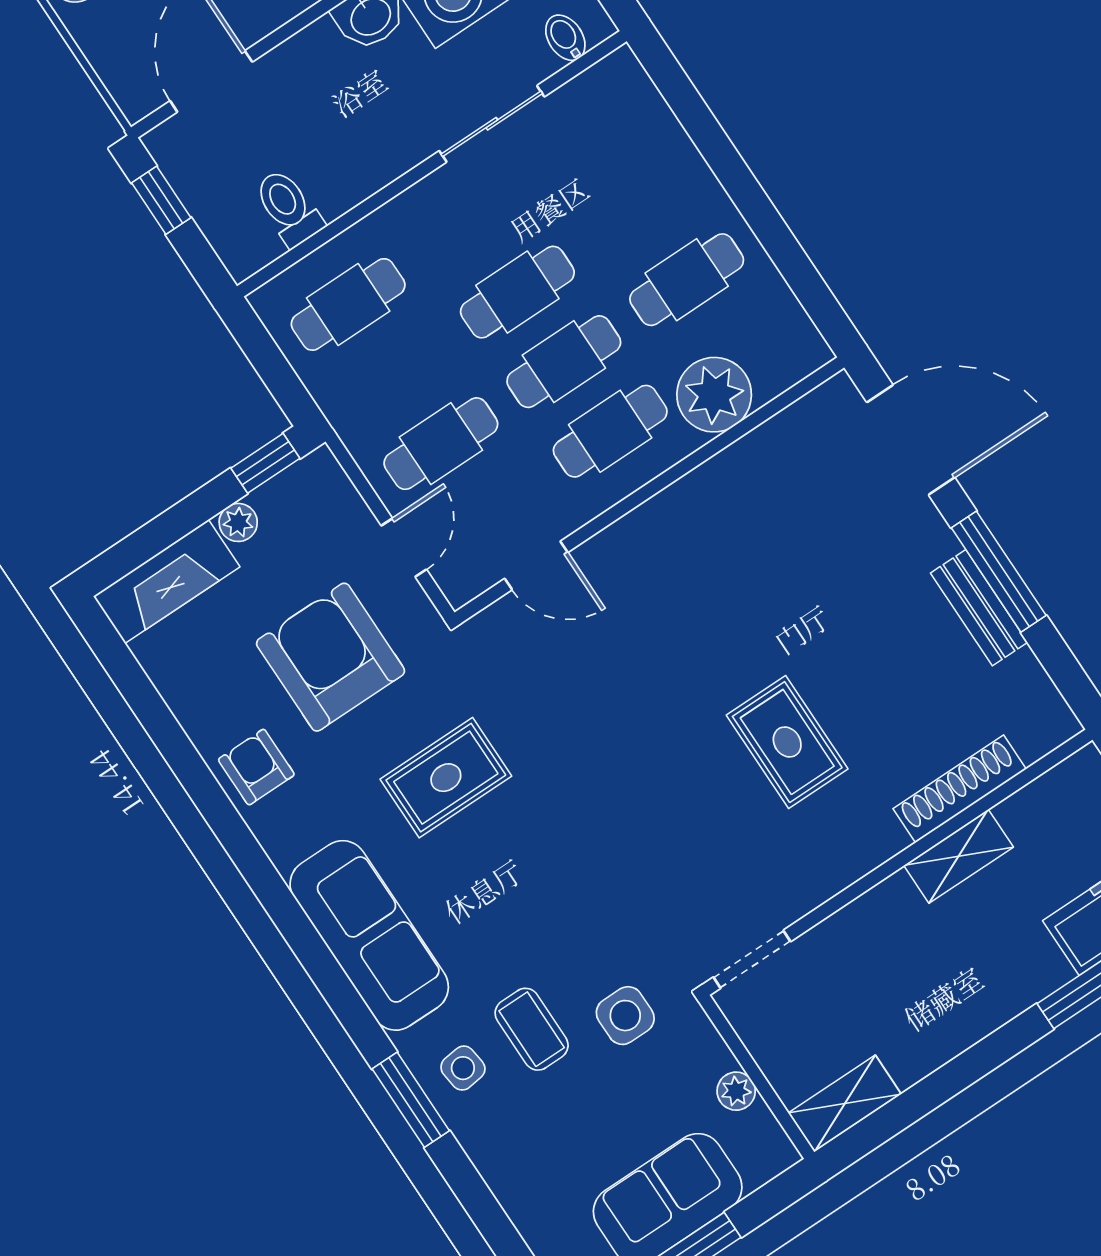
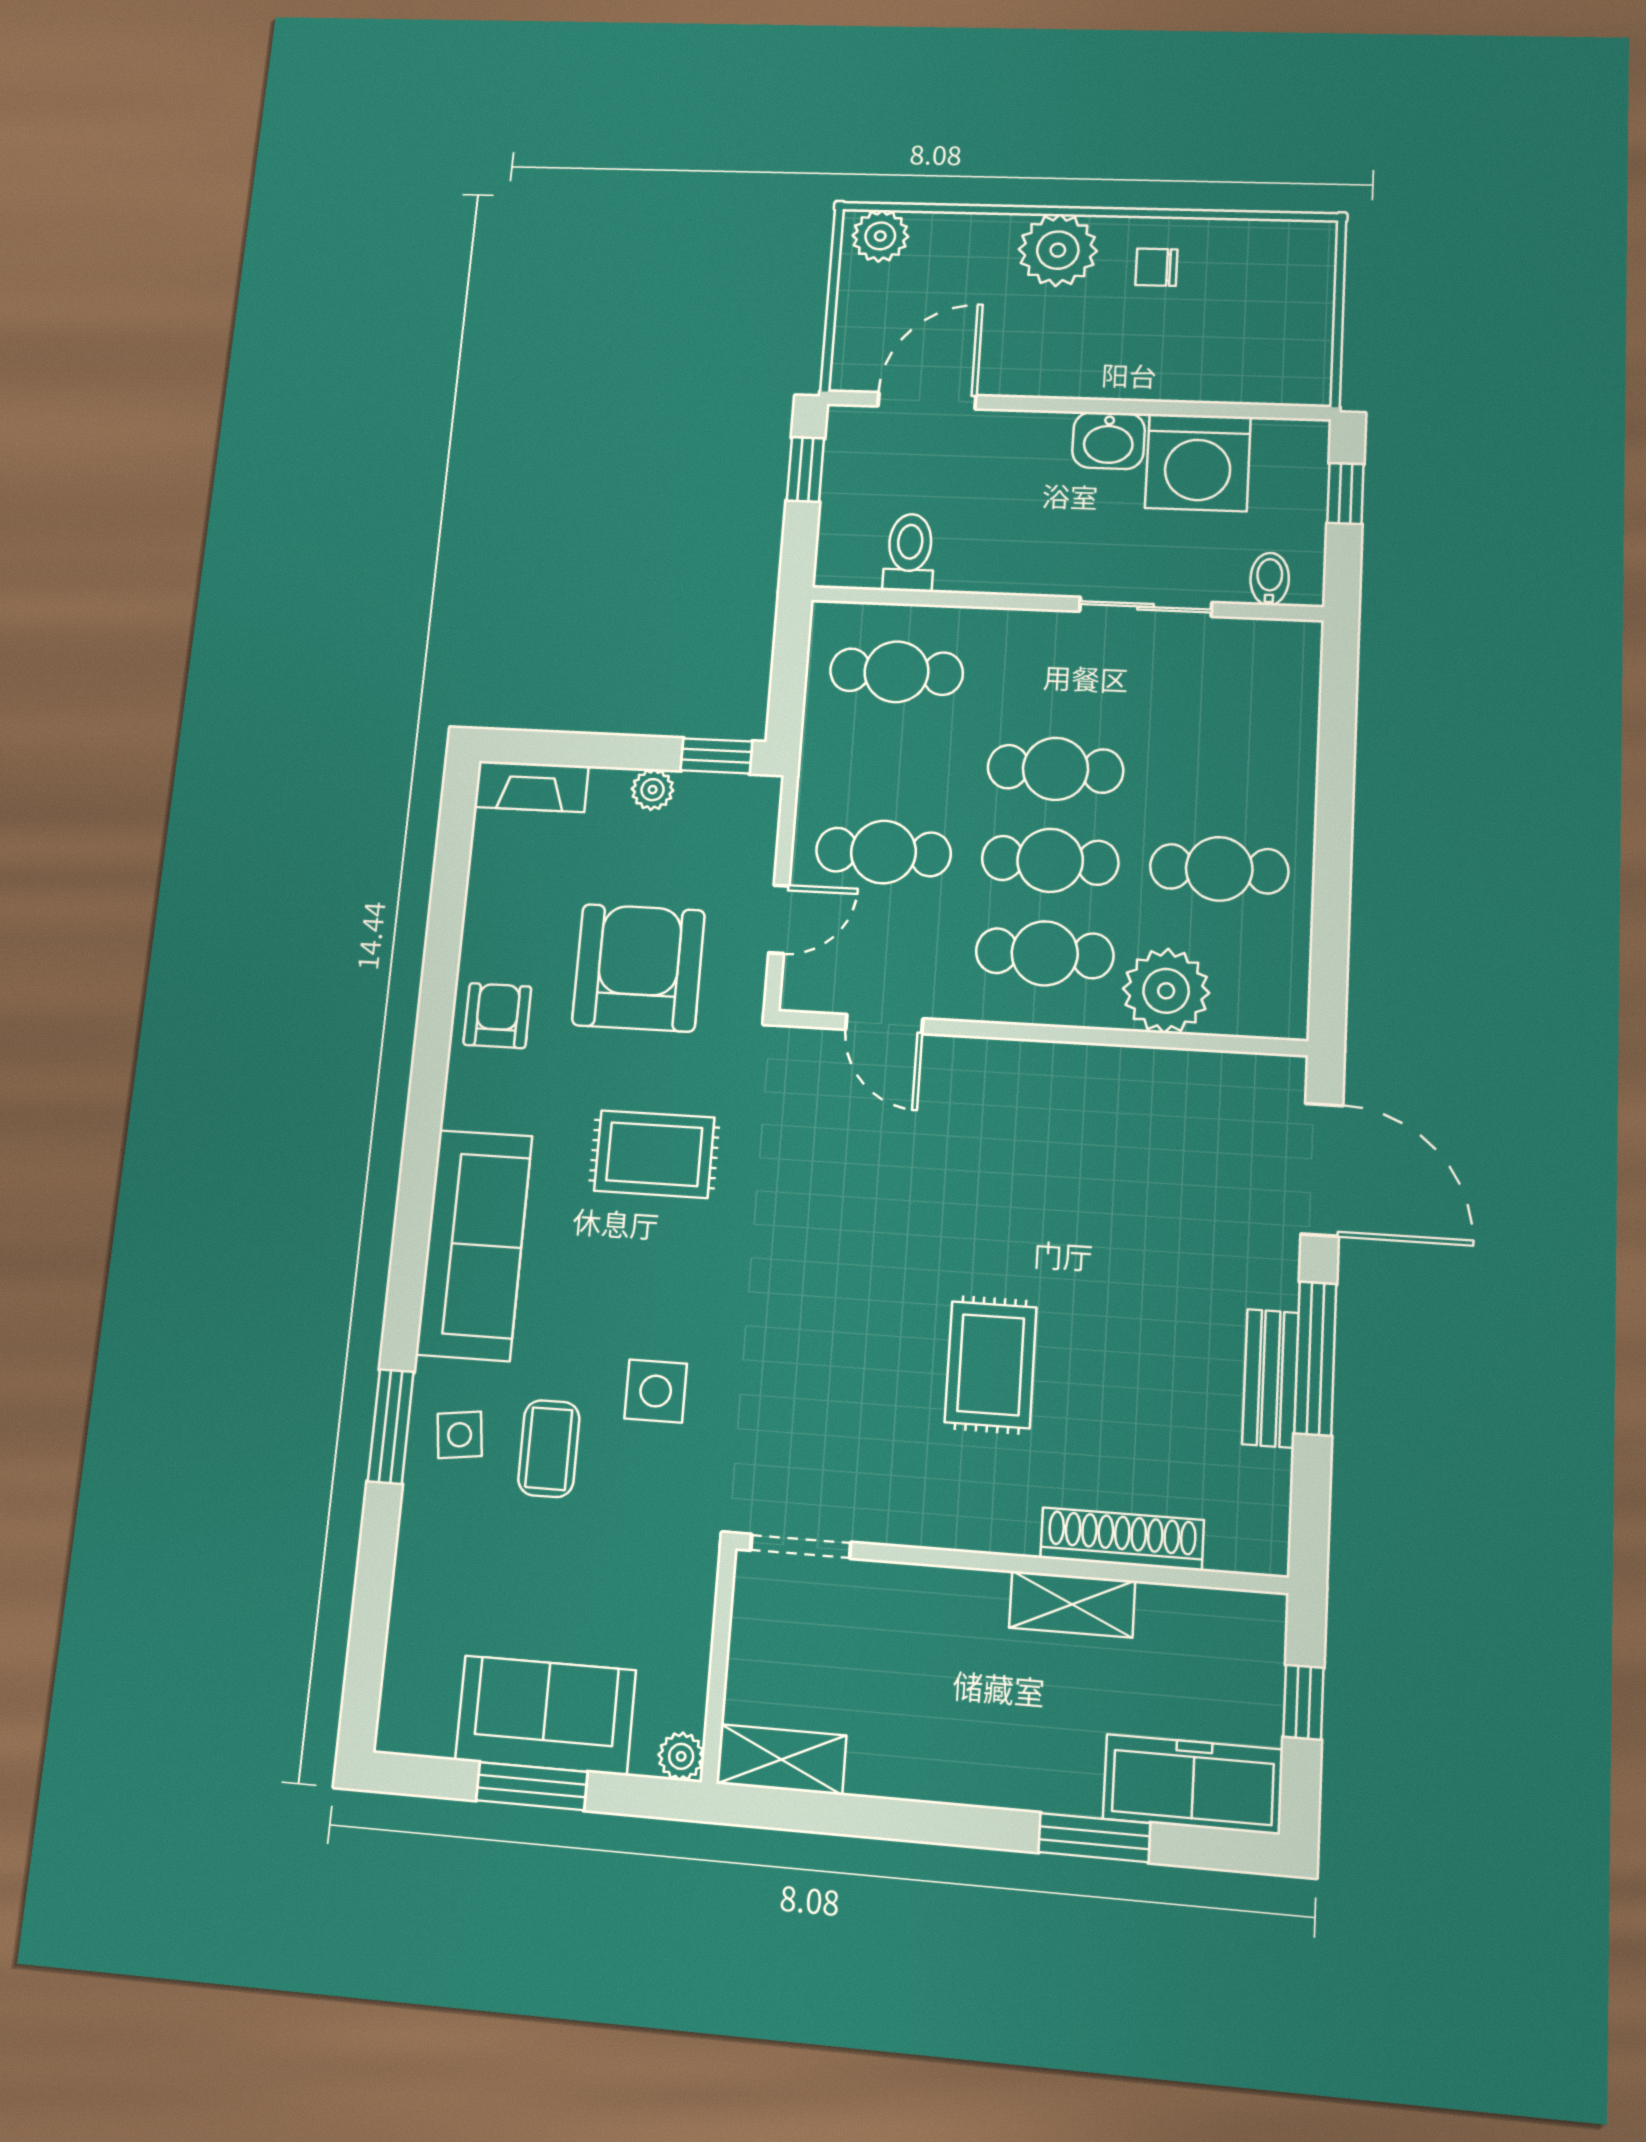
fireplace: (167, 582) -> (531, 787), width x0.73, depth x0.76
side table: (625, 1016) -> (656, 1391), moved
plant: (736, 1091) -> (681, 1756), moved

